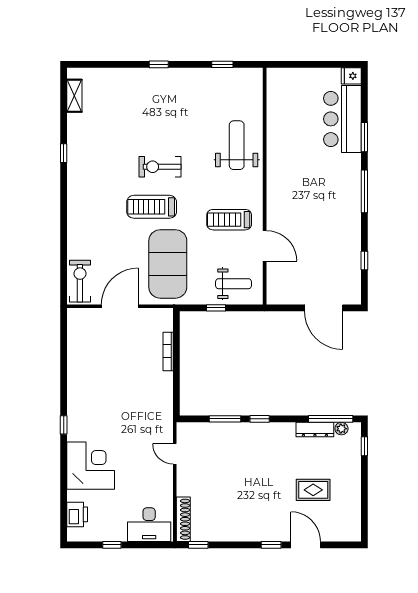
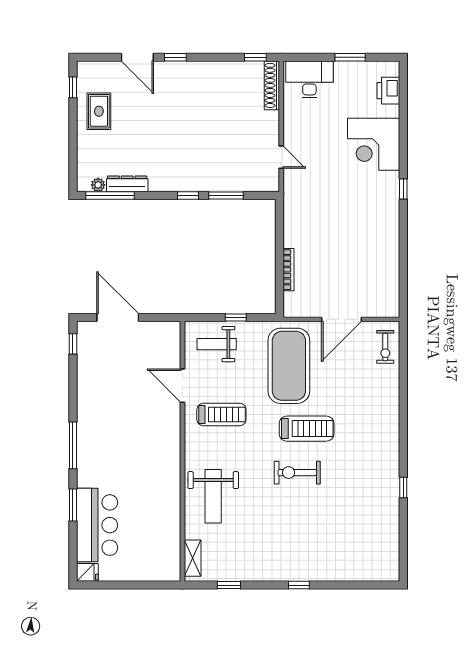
shelving: (74, 96) -> (193, 558), moved
exercise bike: (160, 167) -> (297, 473), turned 180
window: (364, 261) -> (73, 344), moved
exercise bike: (80, 281) -> (385, 347), width x0.73, depth x0.72
window: (364, 446) -> (73, 87), moved
rug: (313, 490) -> (99, 111), moved, turned 90
window: (112, 545) -> (350, 57), width x1.50

